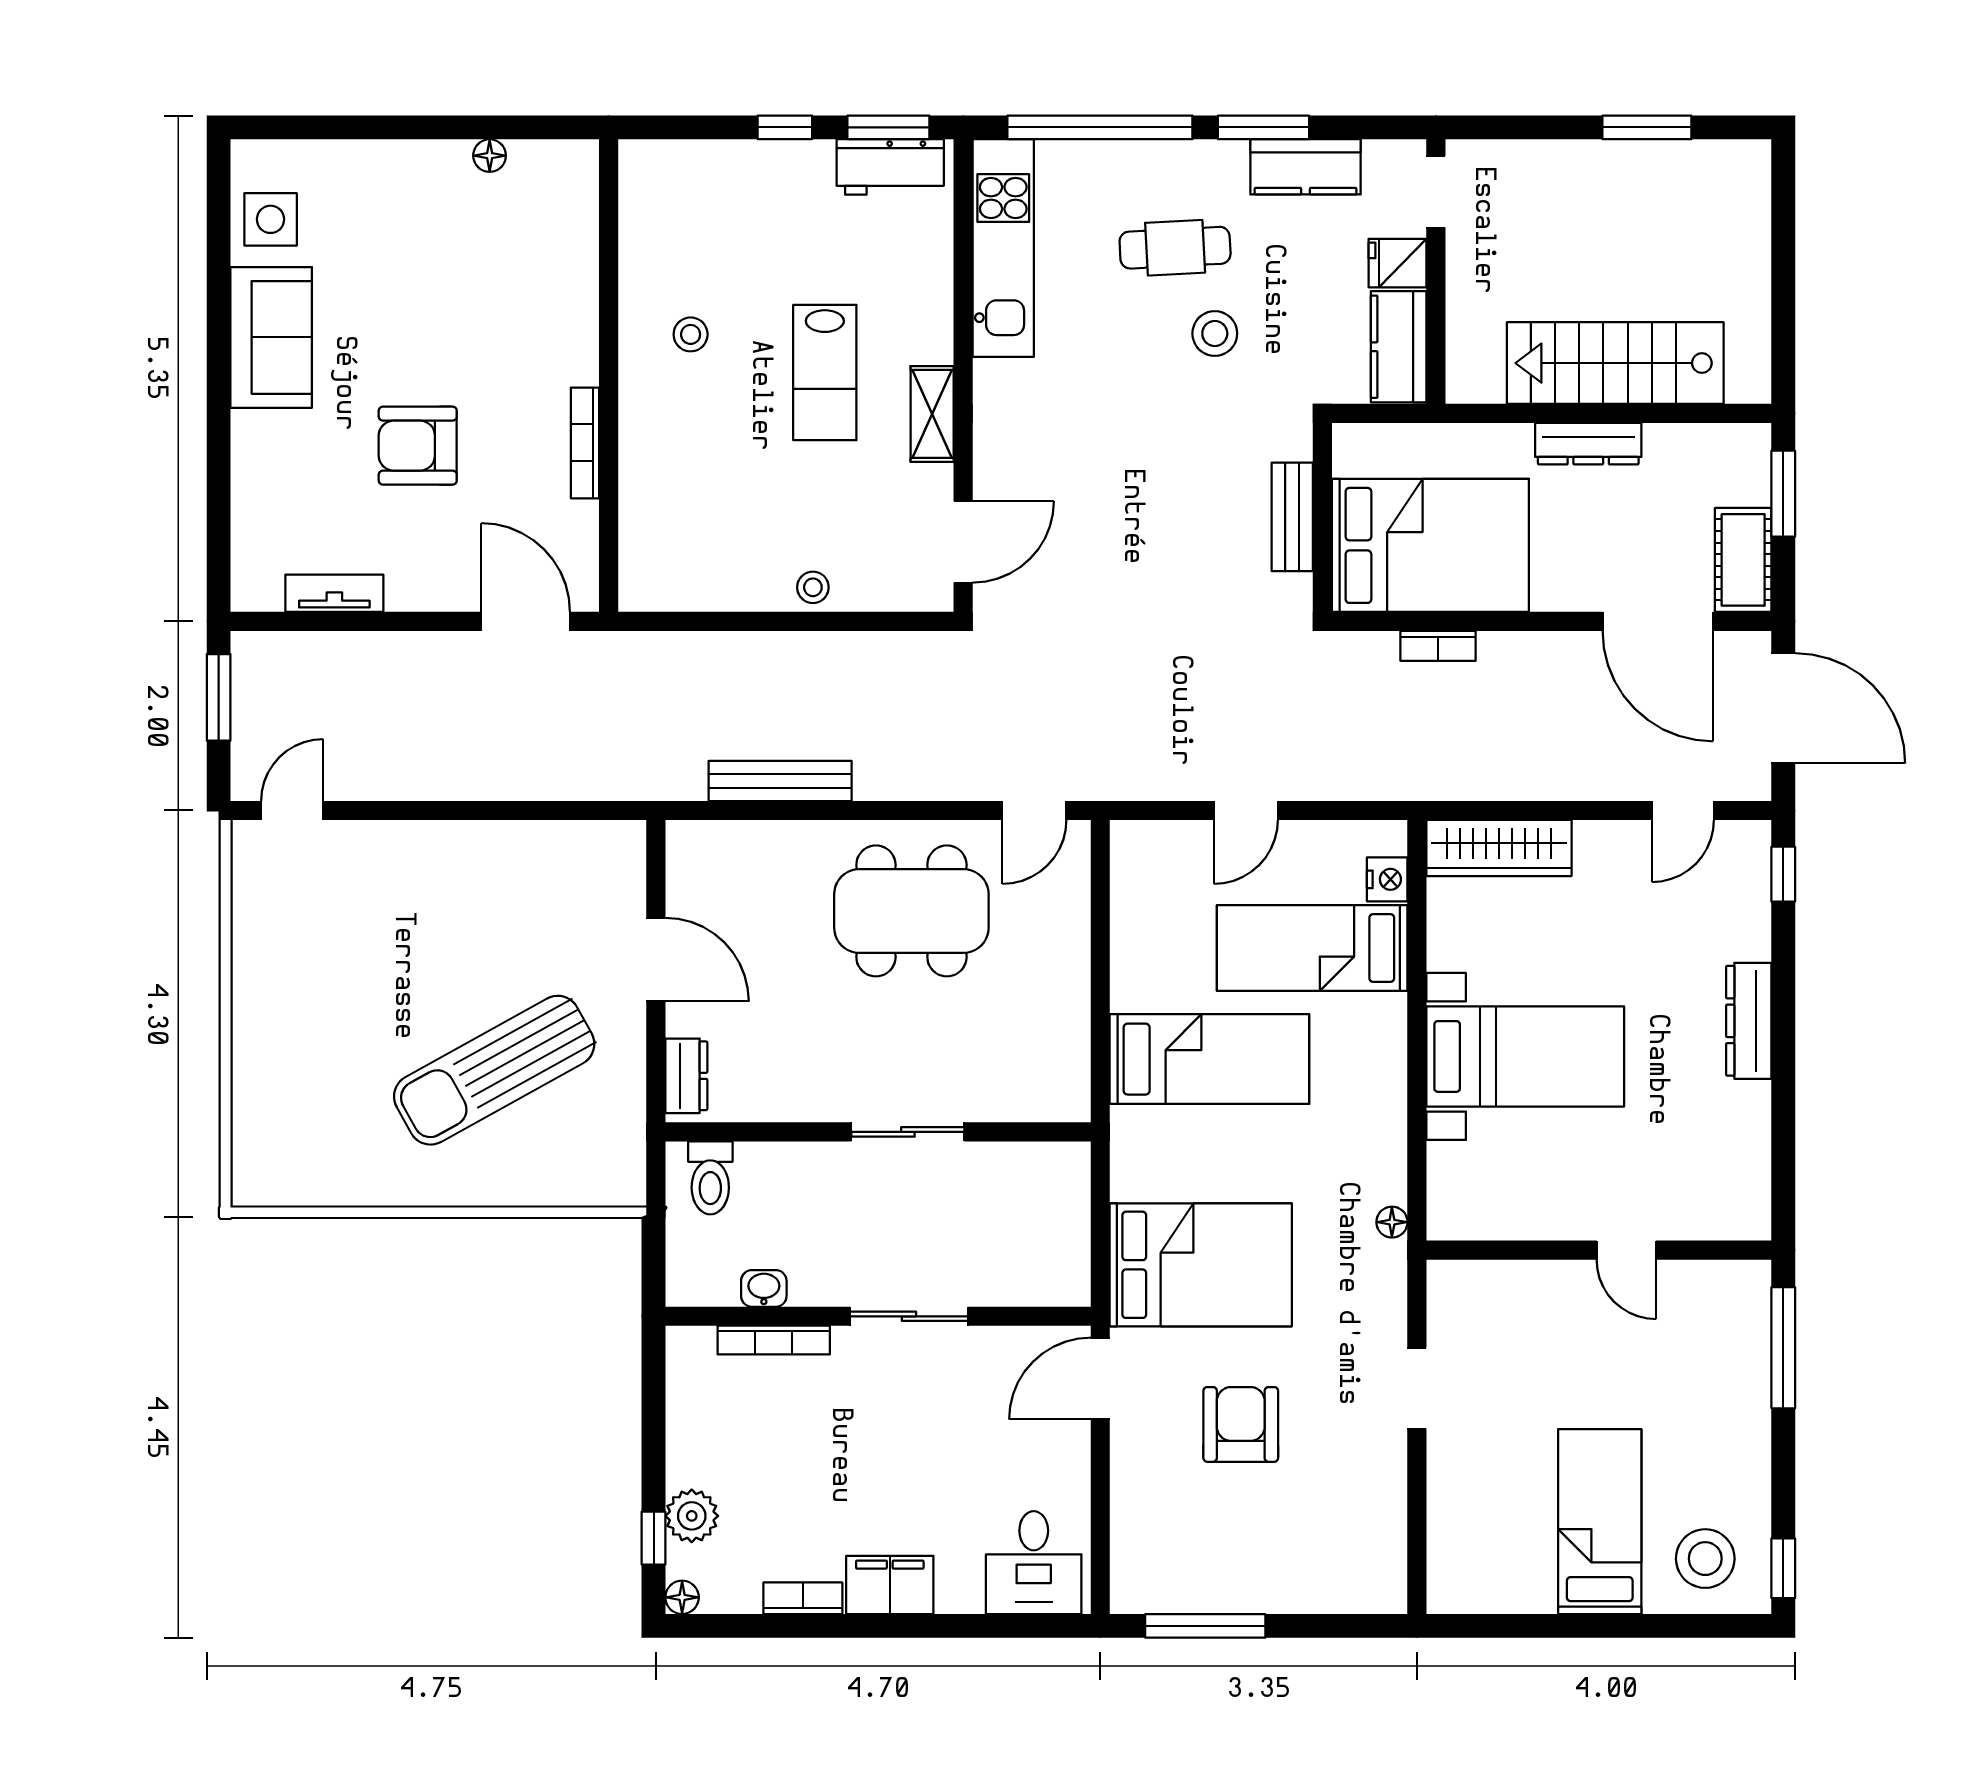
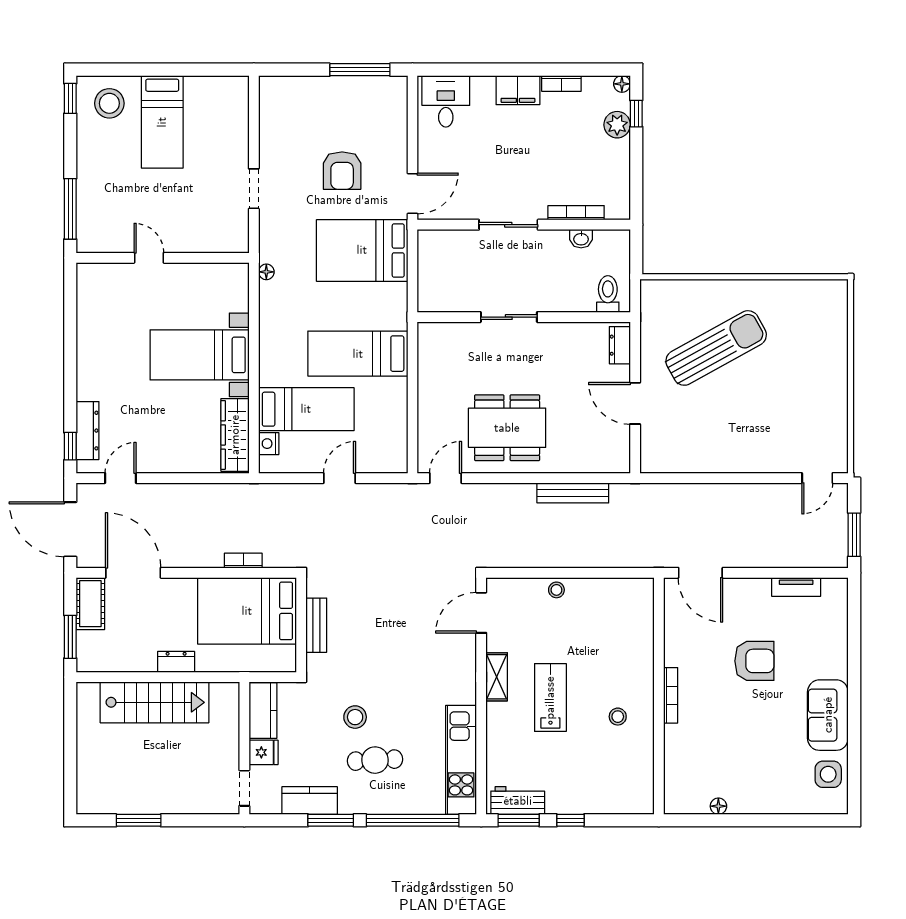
bookcase: (585, 443) -> (671, 695), moved
dresser: (1588, 444) -> (176, 662), width x0.70
wardrobe: (1499, 848) -> (235, 435), moved, turned -90
dresser: (1749, 1021) -> (88, 431), moved

